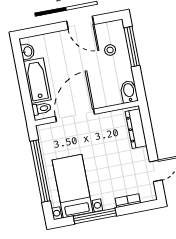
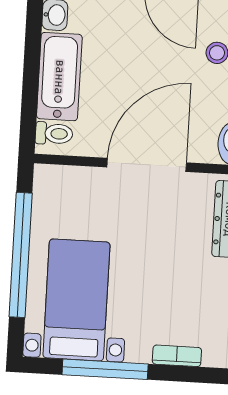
door: (75, 115) -> (147, 165), moved

